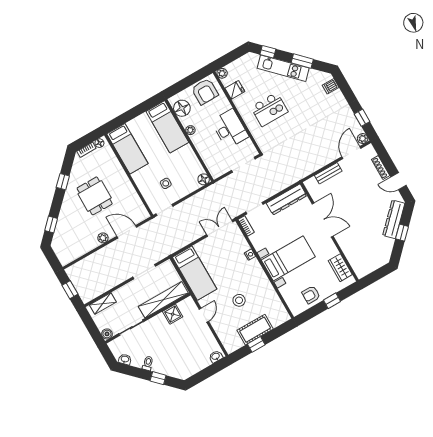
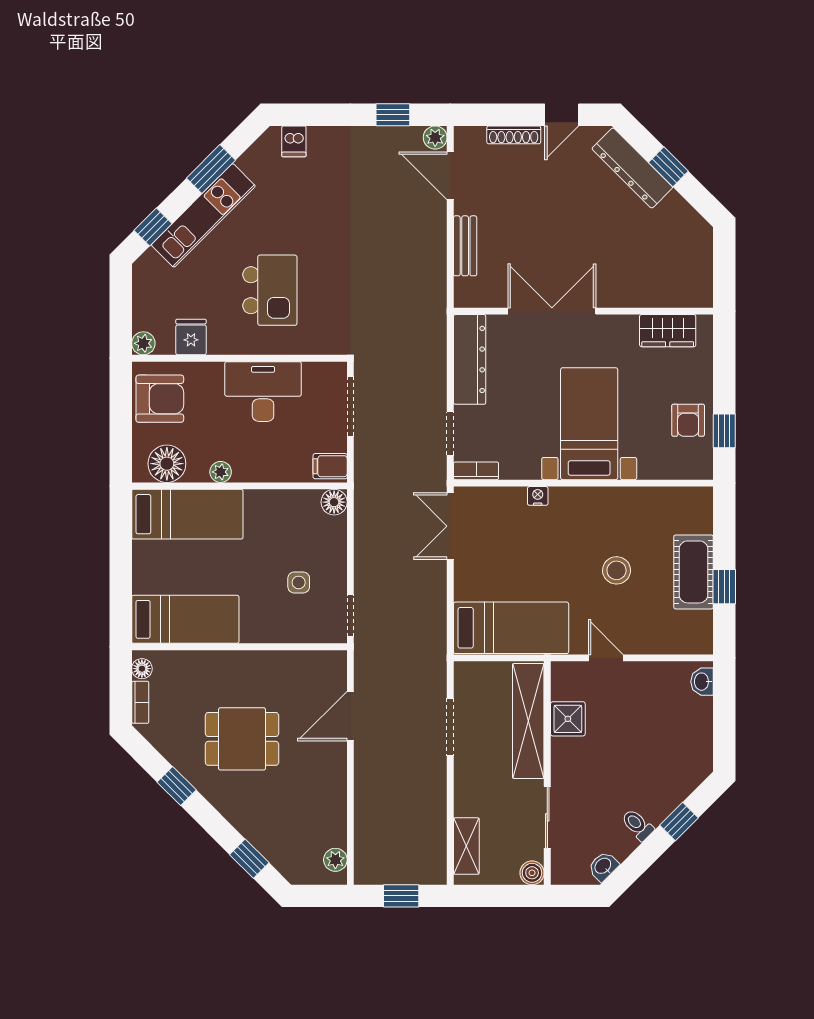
filing cabinet: (216, 170) -> (330, 466), added
plant: (103, 238) -> (335, 860), moved
window: (332, 301) -> (724, 431), moved

